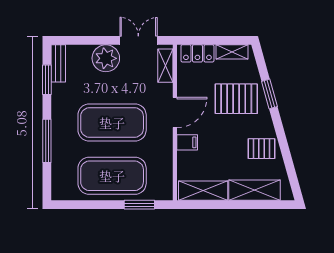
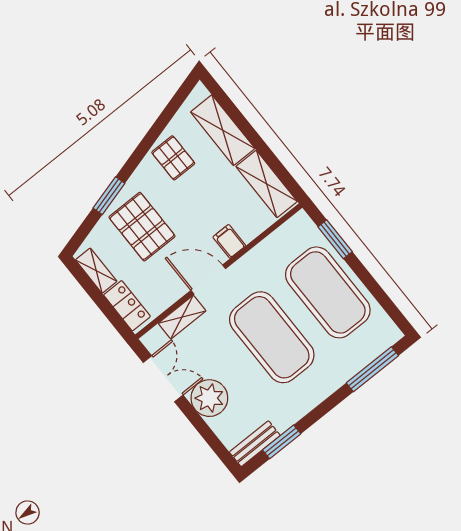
double door: (138, 40) -> (163, 379), swing flipped
shelving: (165, 66) -> (182, 317), moved
window: (47, 141) -> (372, 369), moved

